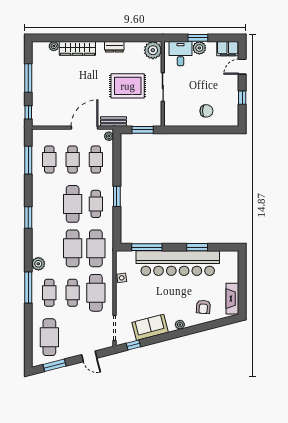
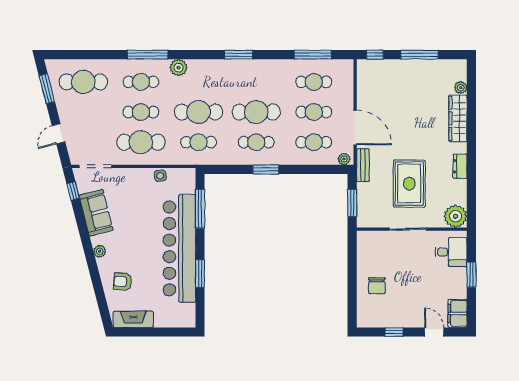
plant: (199, 48) -> (458, 276), removed
cafe table: (96, 248) -> (199, 142), width x0.73, depth x0.74

